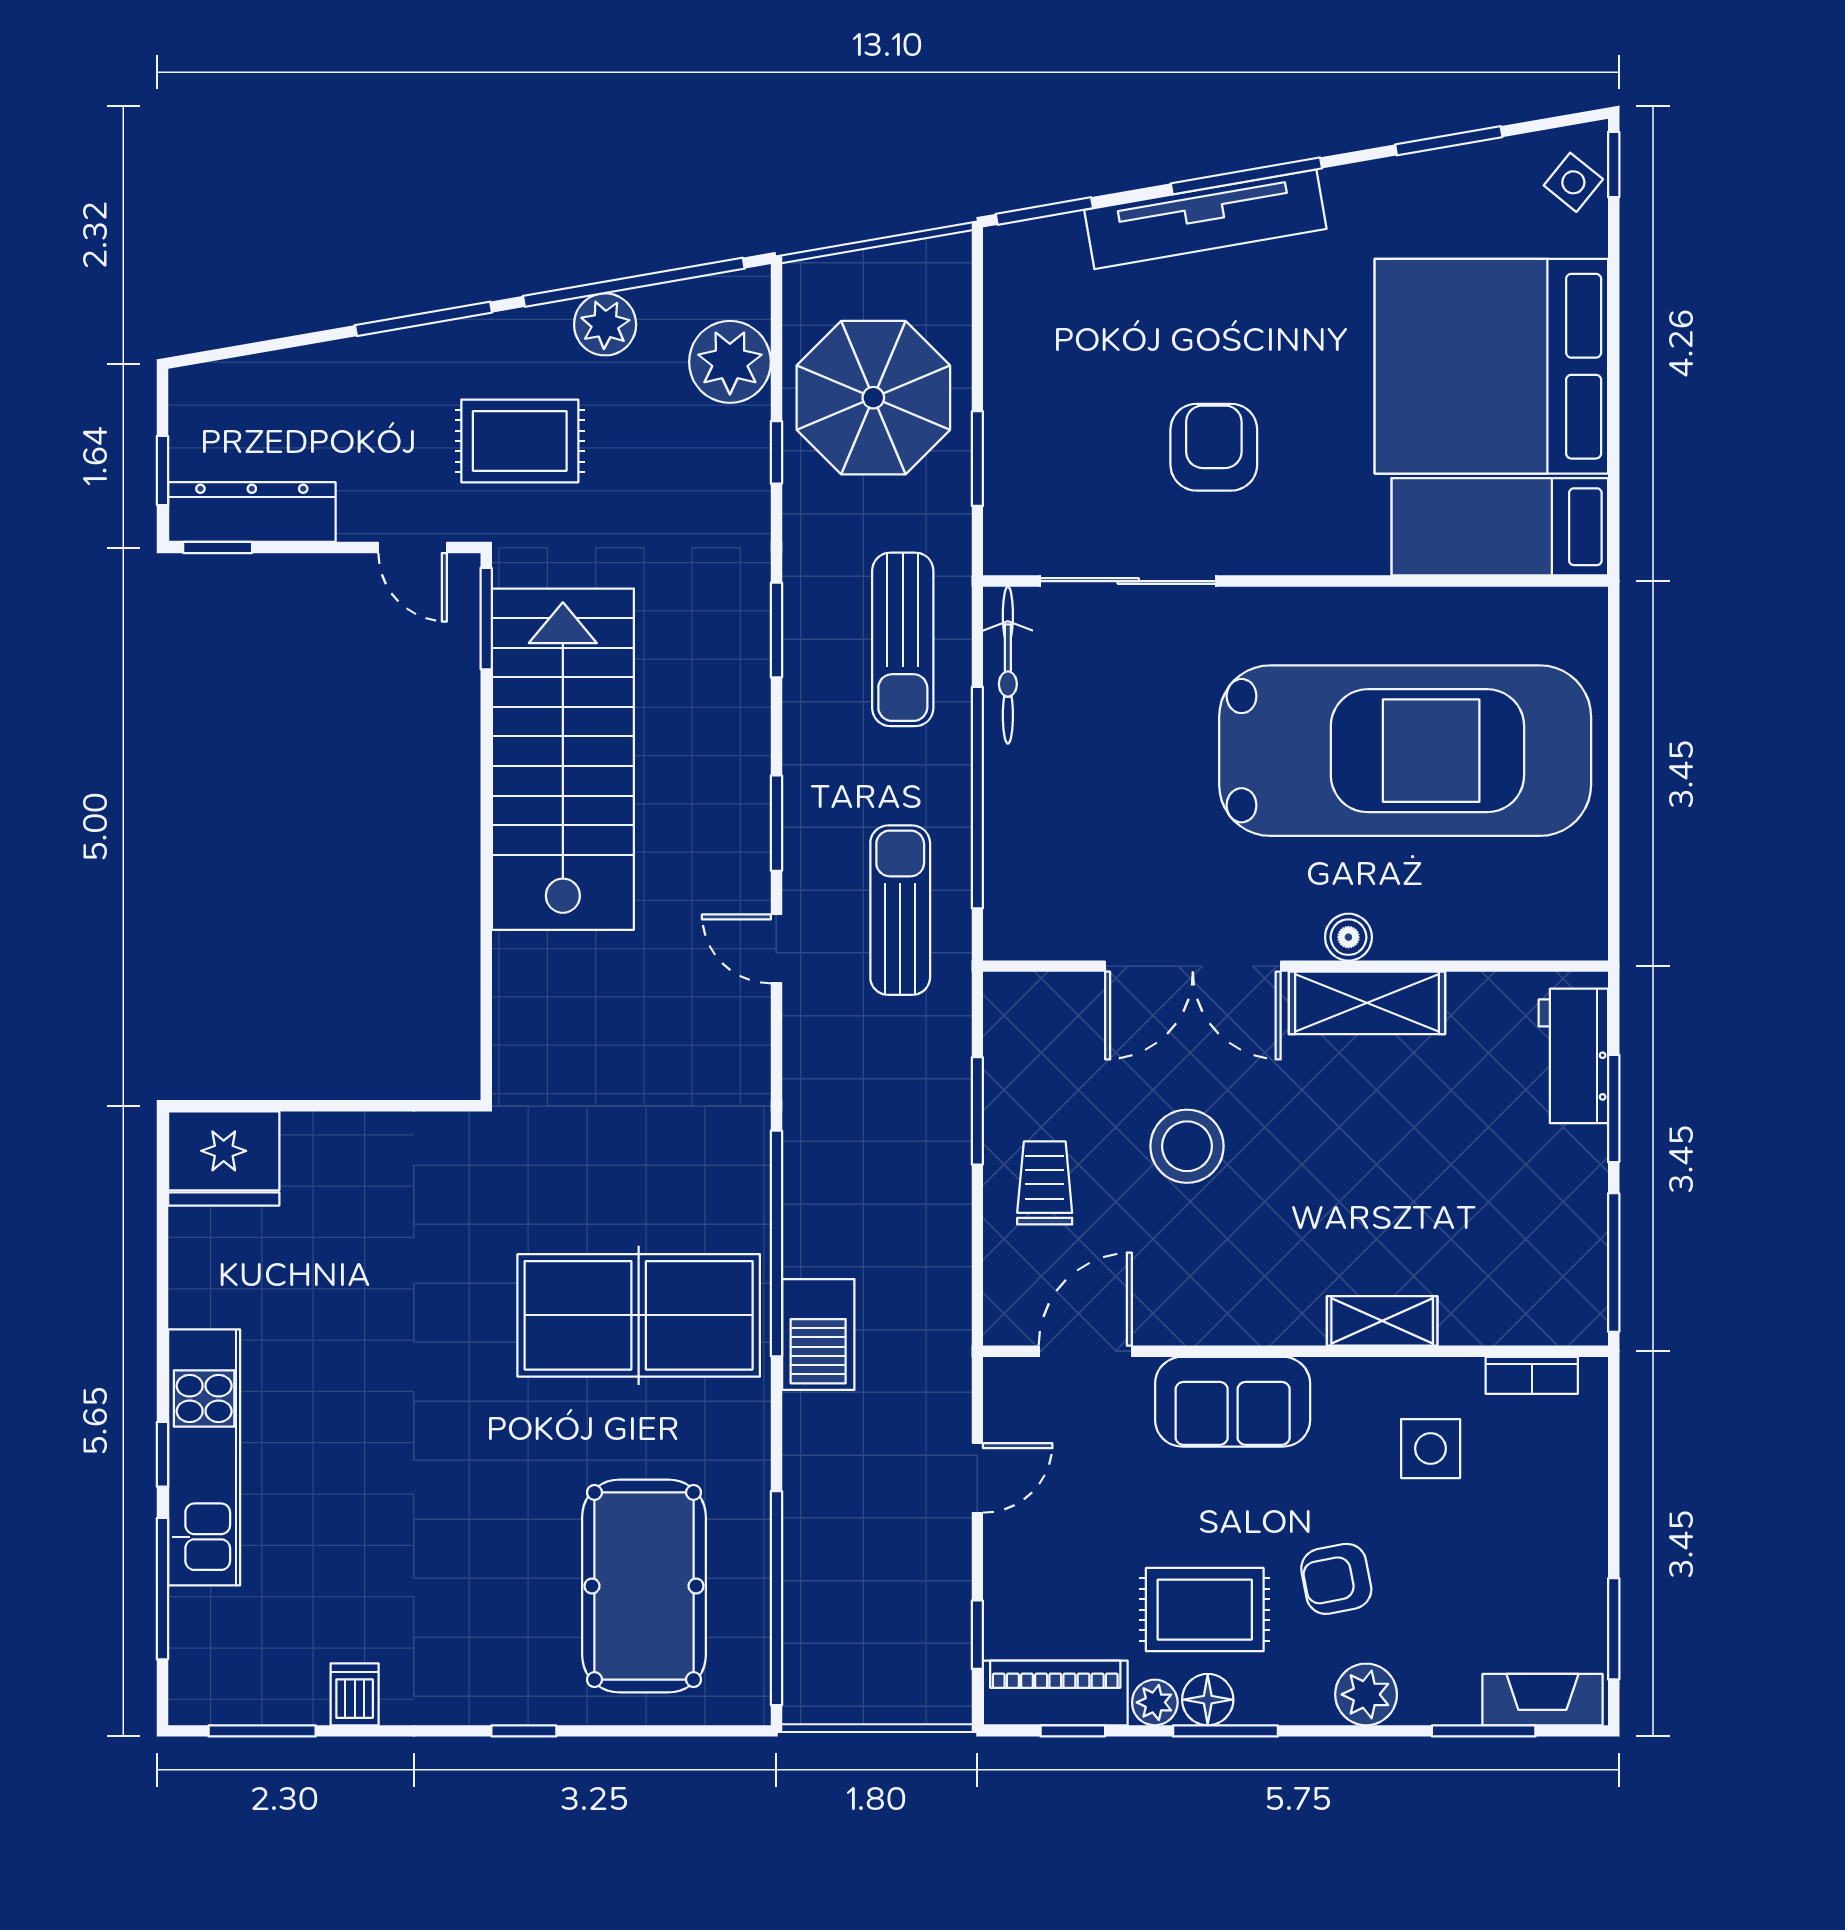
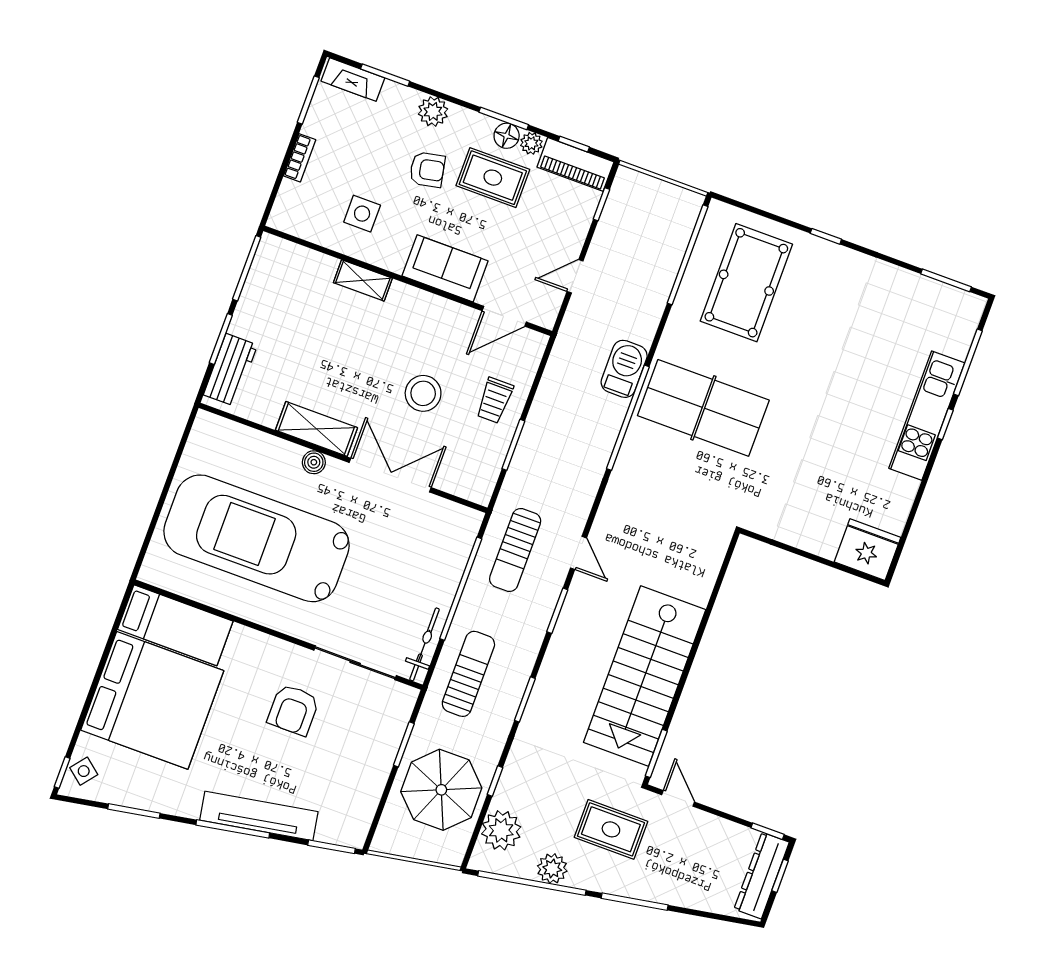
dresser: (252, 512) -> (762, 876), moved, turned 90
bookcase: (1532, 1375) -> (300, 158), moved, turned 90
dishwasher: (355, 1694) -> (897, 282), removed

